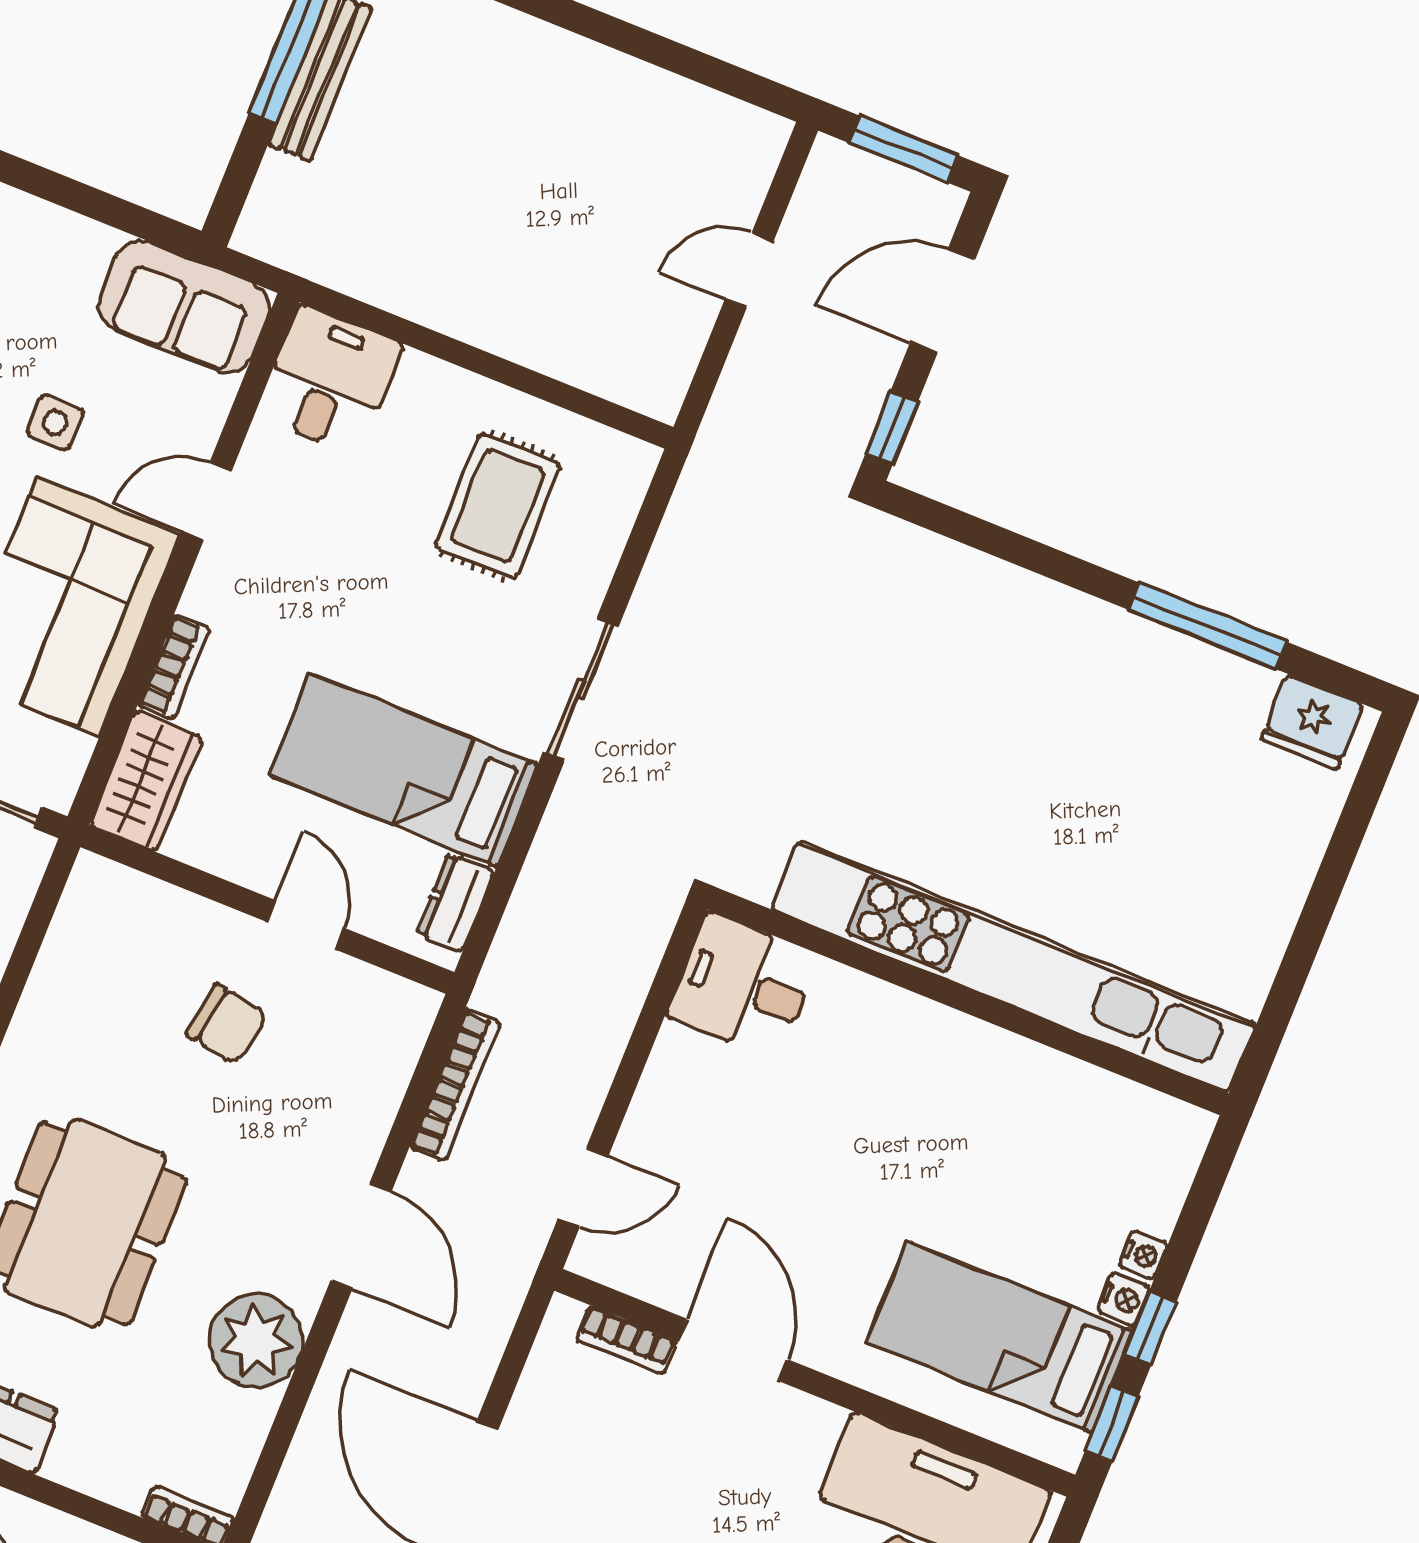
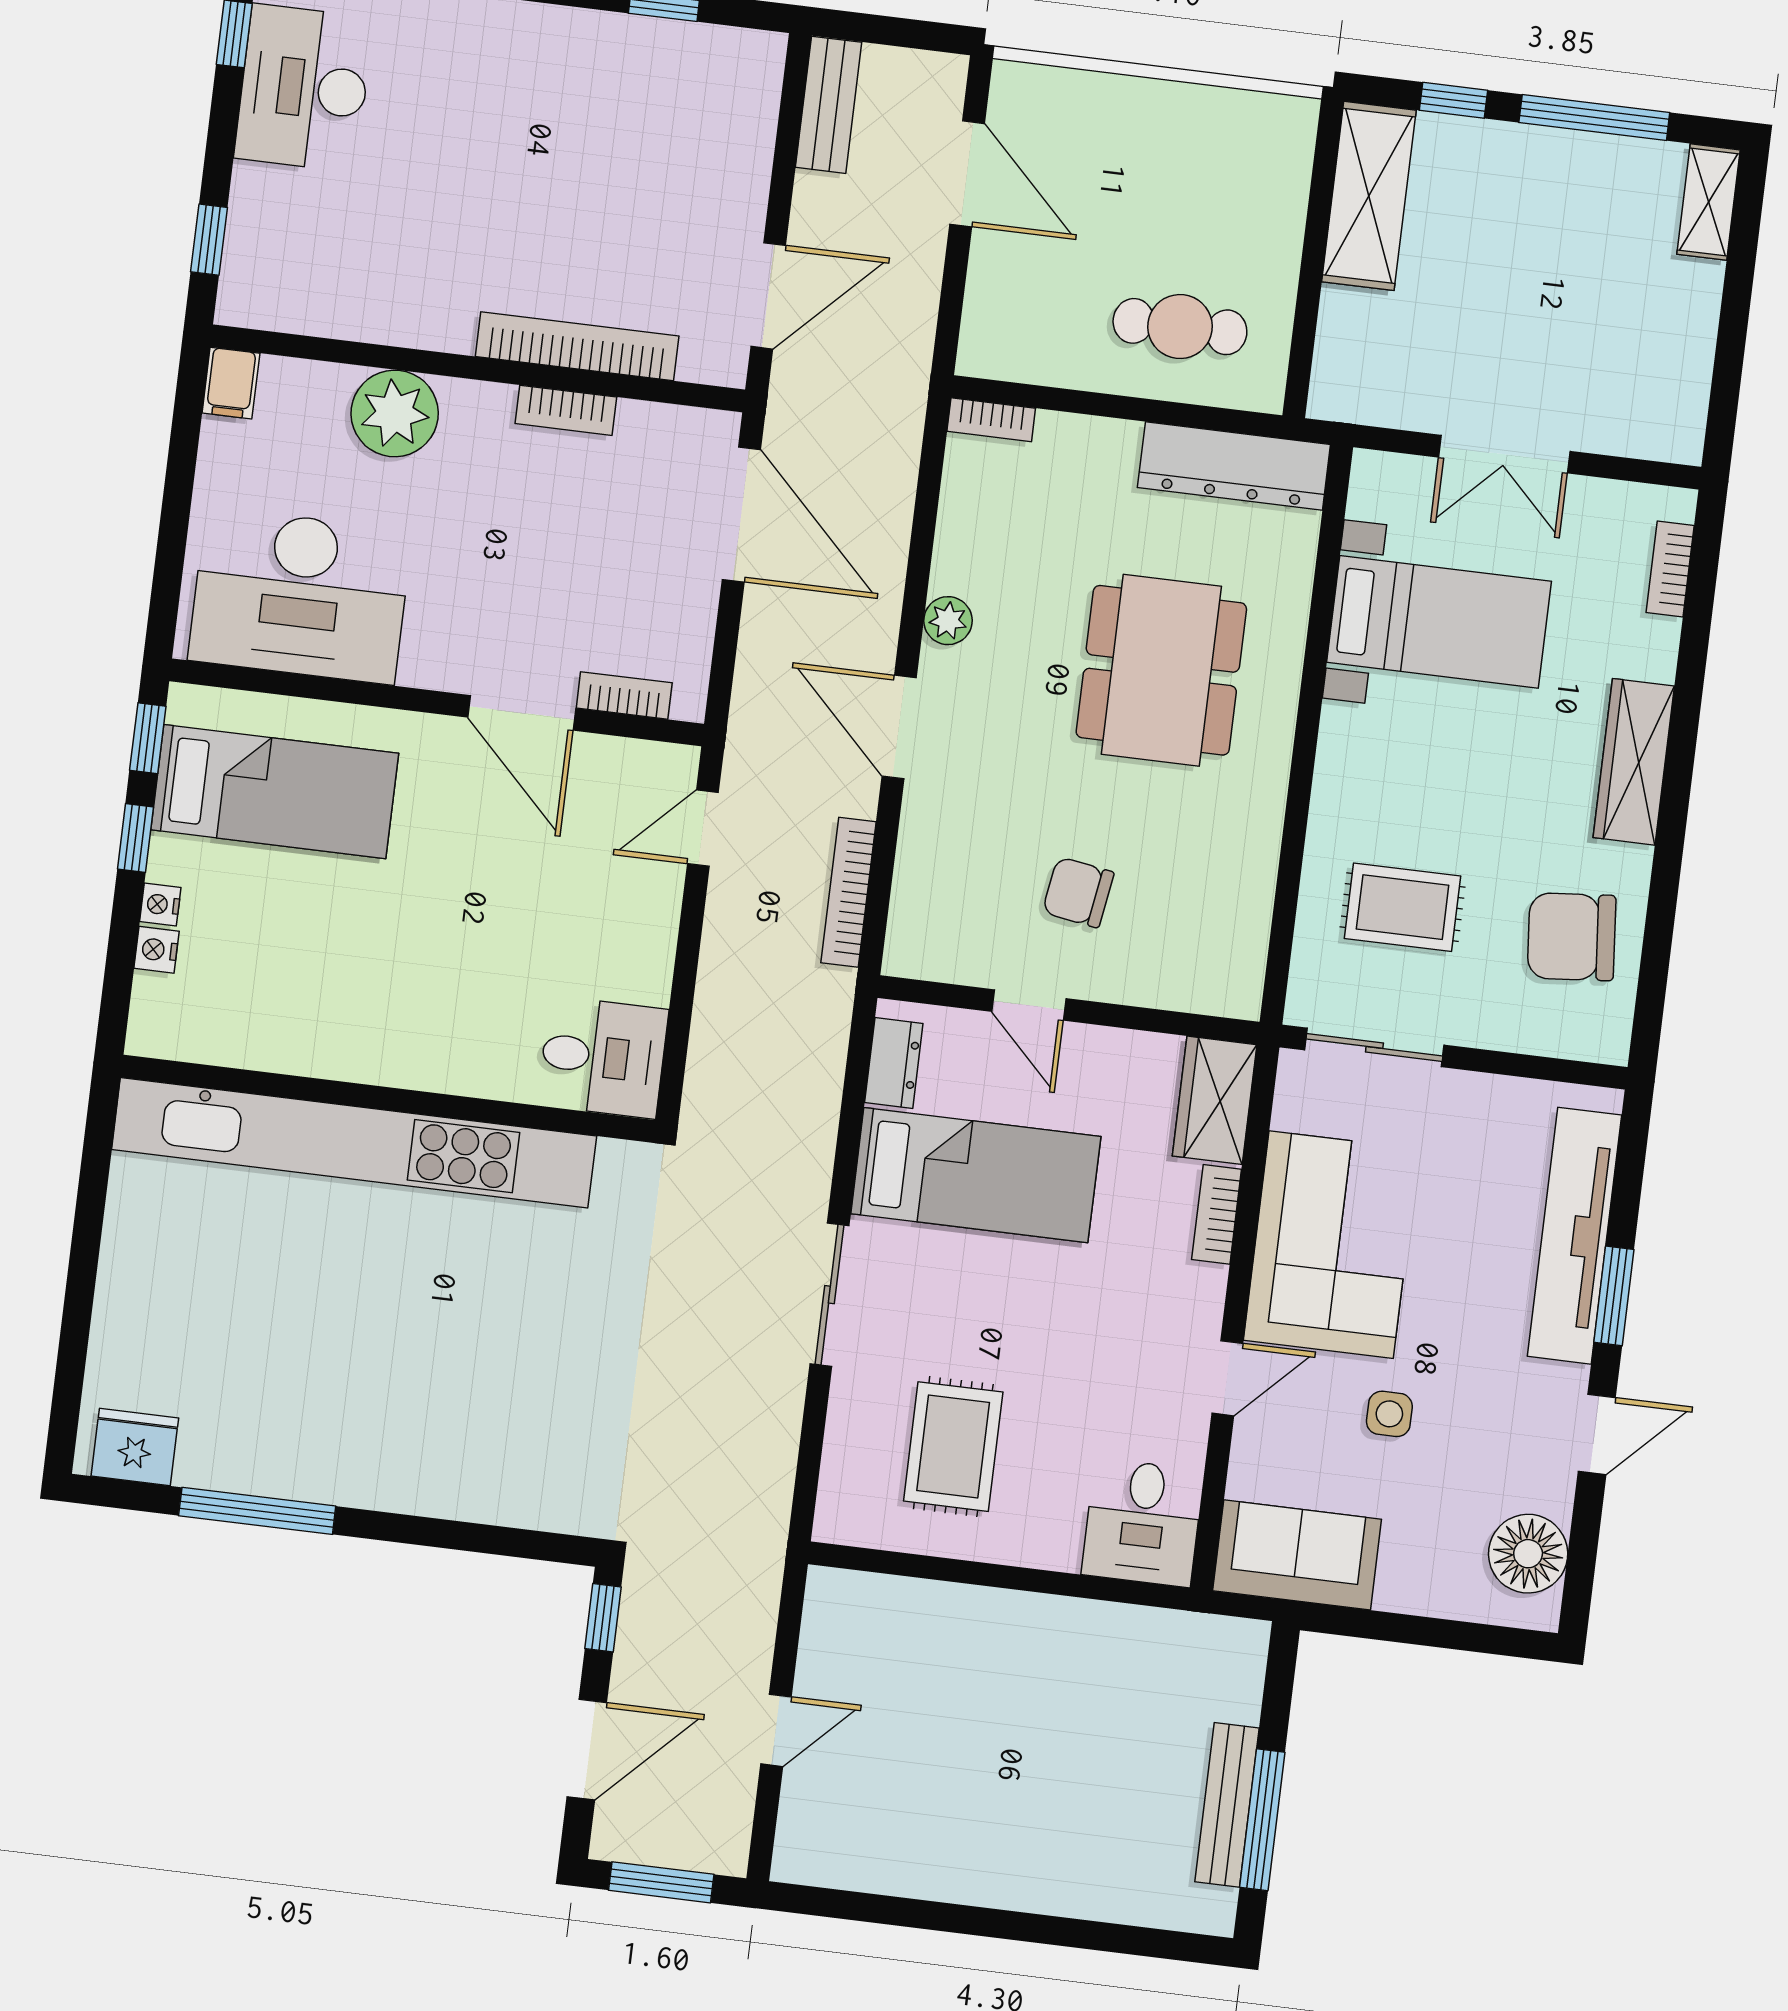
nightstand: (1124, 1299) -> (156, 950), moved
plant: (256, 1341) -> (948, 621), width x0.53, depth x0.53

